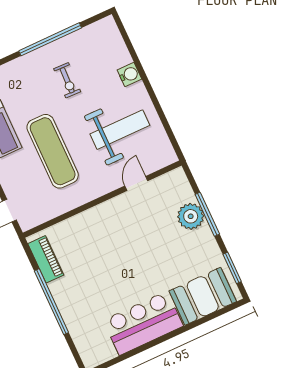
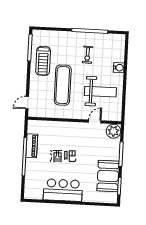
plant: (191, 216) -> (113, 131), moved
piano: (46, 259) -> (32, 146), moved
booth: (203, 296) -> (108, 176), moved, turned 90

